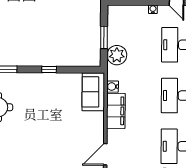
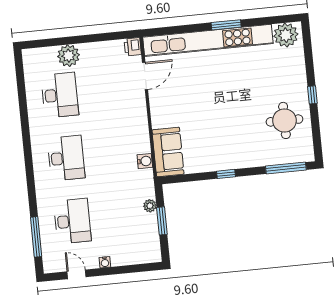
plant: (117, 55) -> (150, 206), width x0.53, depth x0.53
filing cabinet: (116, 111) -> (138, 131), removed

